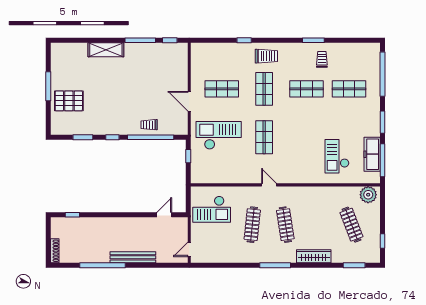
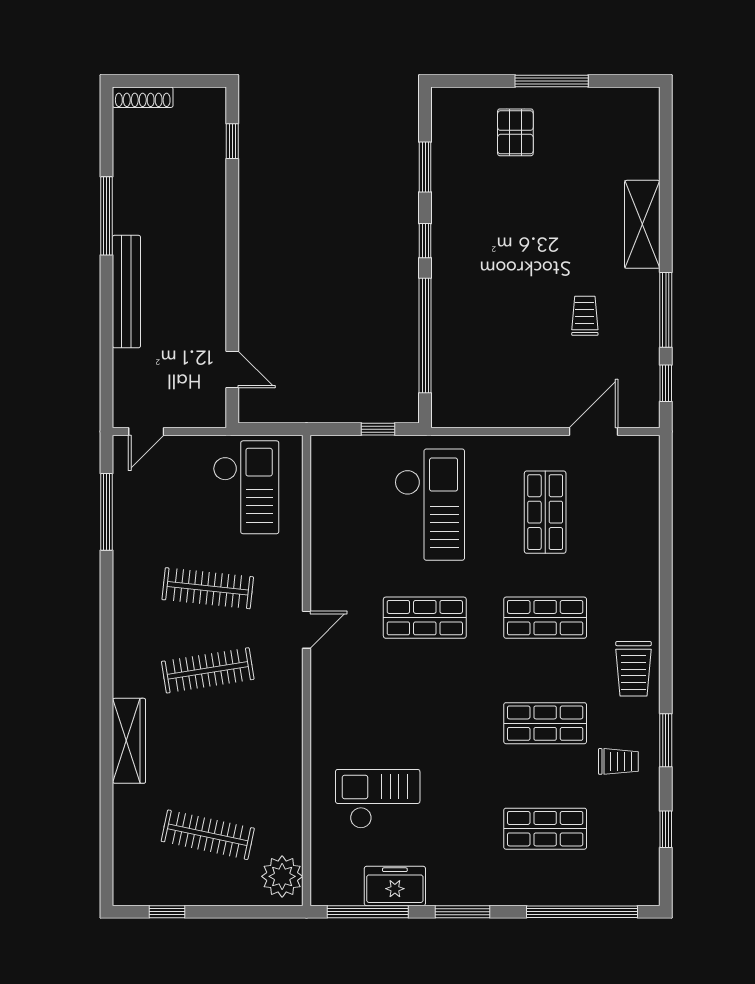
window: (244, 40) -> (666, 829), moved
trolley: (266, 56) -> (633, 669), moved
shop shelf: (307, 89) -> (545, 723), turned 90
shop shelf: (349, 89) -> (545, 829), turned 90
pallet: (69, 101) -> (515, 132), width x0.67, depth x0.71
door: (189, 101) -> (594, 431), moved
trolley: (149, 125) -> (585, 316), moved
freezer: (372, 154) -> (395, 886), width x0.71
checkout: (212, 209) -> (246, 487), turned 180
clothes rail: (351, 225) -> (208, 835), turned 33
door: (189, 249) -> (146, 431), swing flipped
window: (102, 265) -> (107, 216), width x0.68
window: (275, 265) -> (107, 512), moved
window: (354, 265) -> (107, 842), removed

